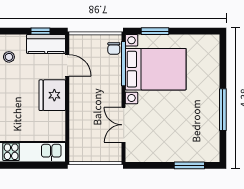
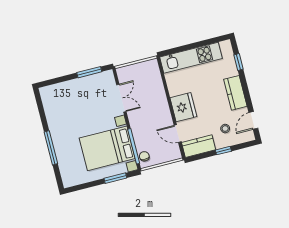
window: (41, 31) -> (223, 151), moved
window: (223, 110) -> (51, 148), moved
window: (189, 165) -> (89, 72), moved

